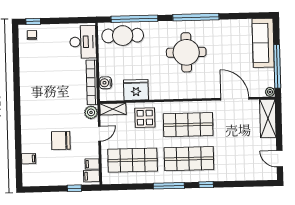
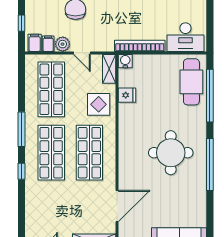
water cooler: (105, 83) -> (125, 61), moved
fridge: (136, 90) -> (127, 95), width x0.53, depth x0.75
plant: (91, 112) -> (63, 44), moved

